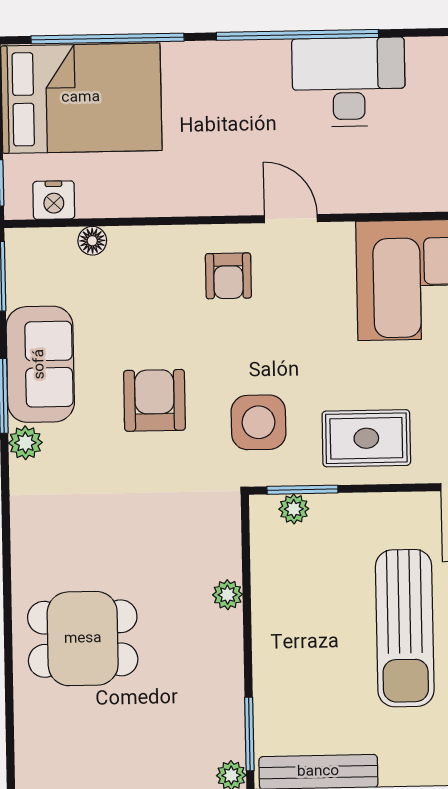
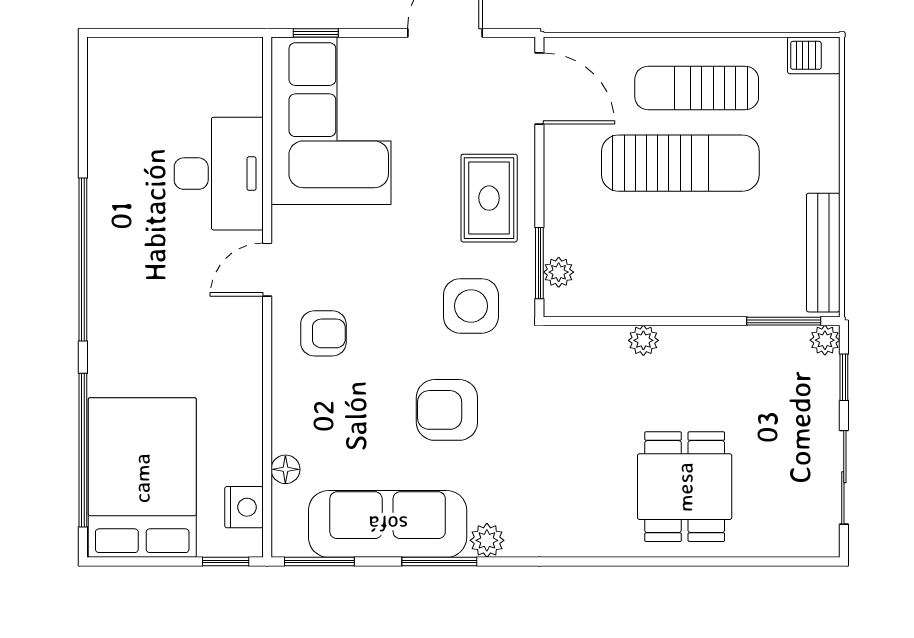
desk: (349, 82) -> (219, 174), moved, turned 180
sofa: (40, 364) -> (388, 524), width x1.36

